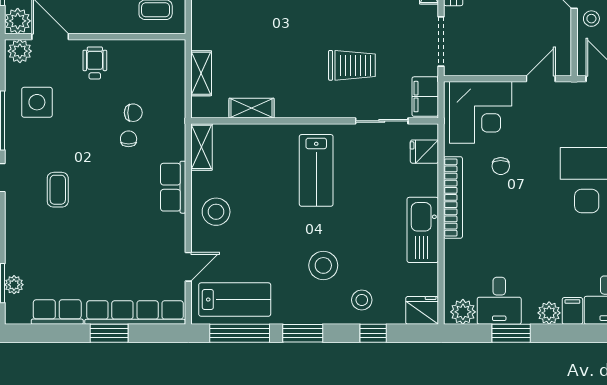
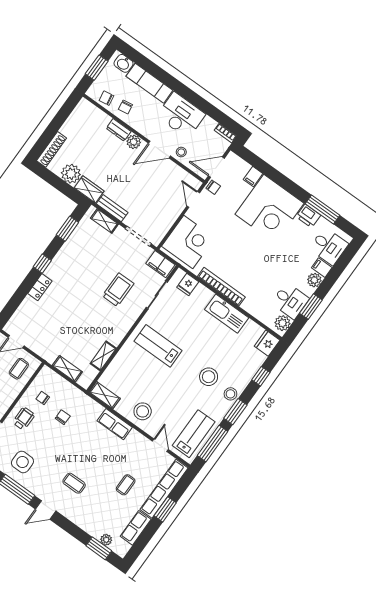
wheelchair: (95, 63) -> (24, 419), turned 90
chair: (129, 139) -> (43, 398), moved
chair: (501, 166) -> (213, 187), moved
lab bench: (316, 170) -> (158, 346), turned 180
coffee table: (104, 259) -> (126, 485), added
stool: (362, 300) -> (230, 394), moved

